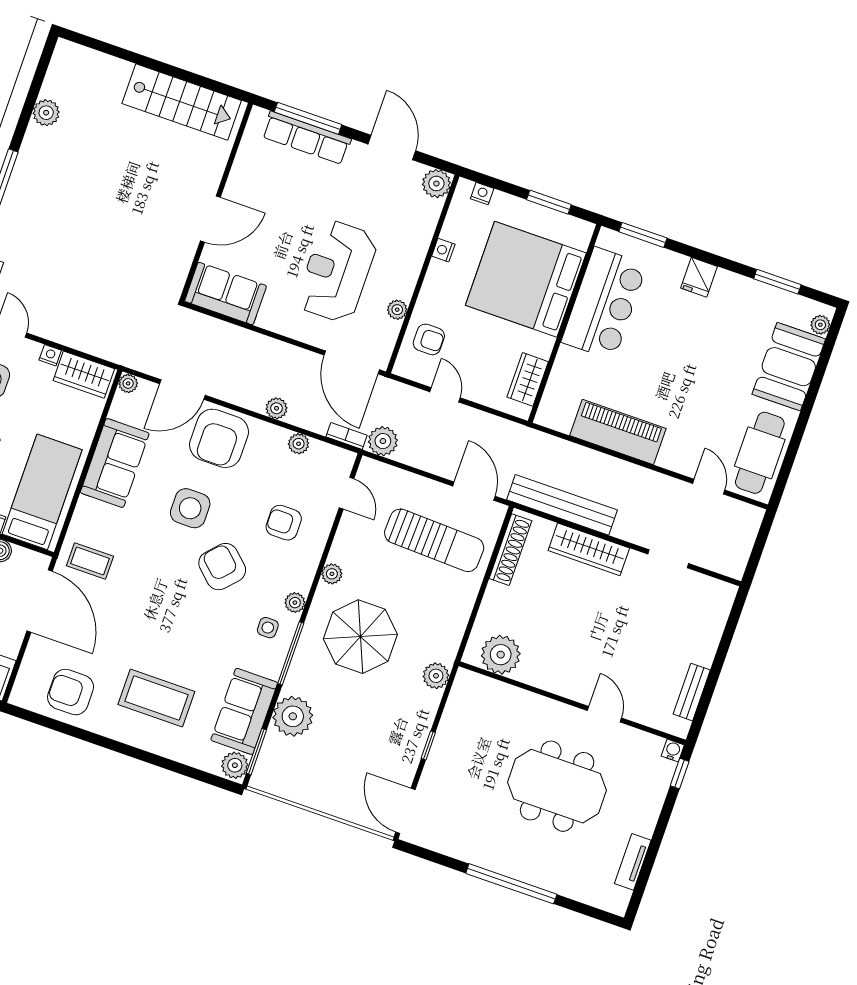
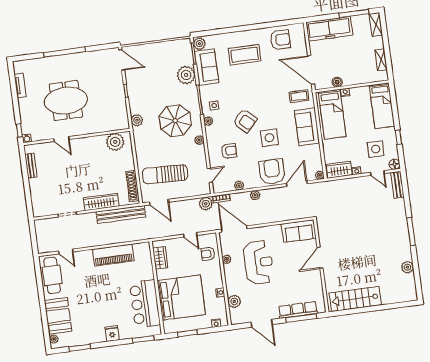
plant: (436, 184) -> (234, 301), moved
sofa: (115, 463) -> (307, 127), moved
door: (346, 493) -> (210, 175), swing flipped

